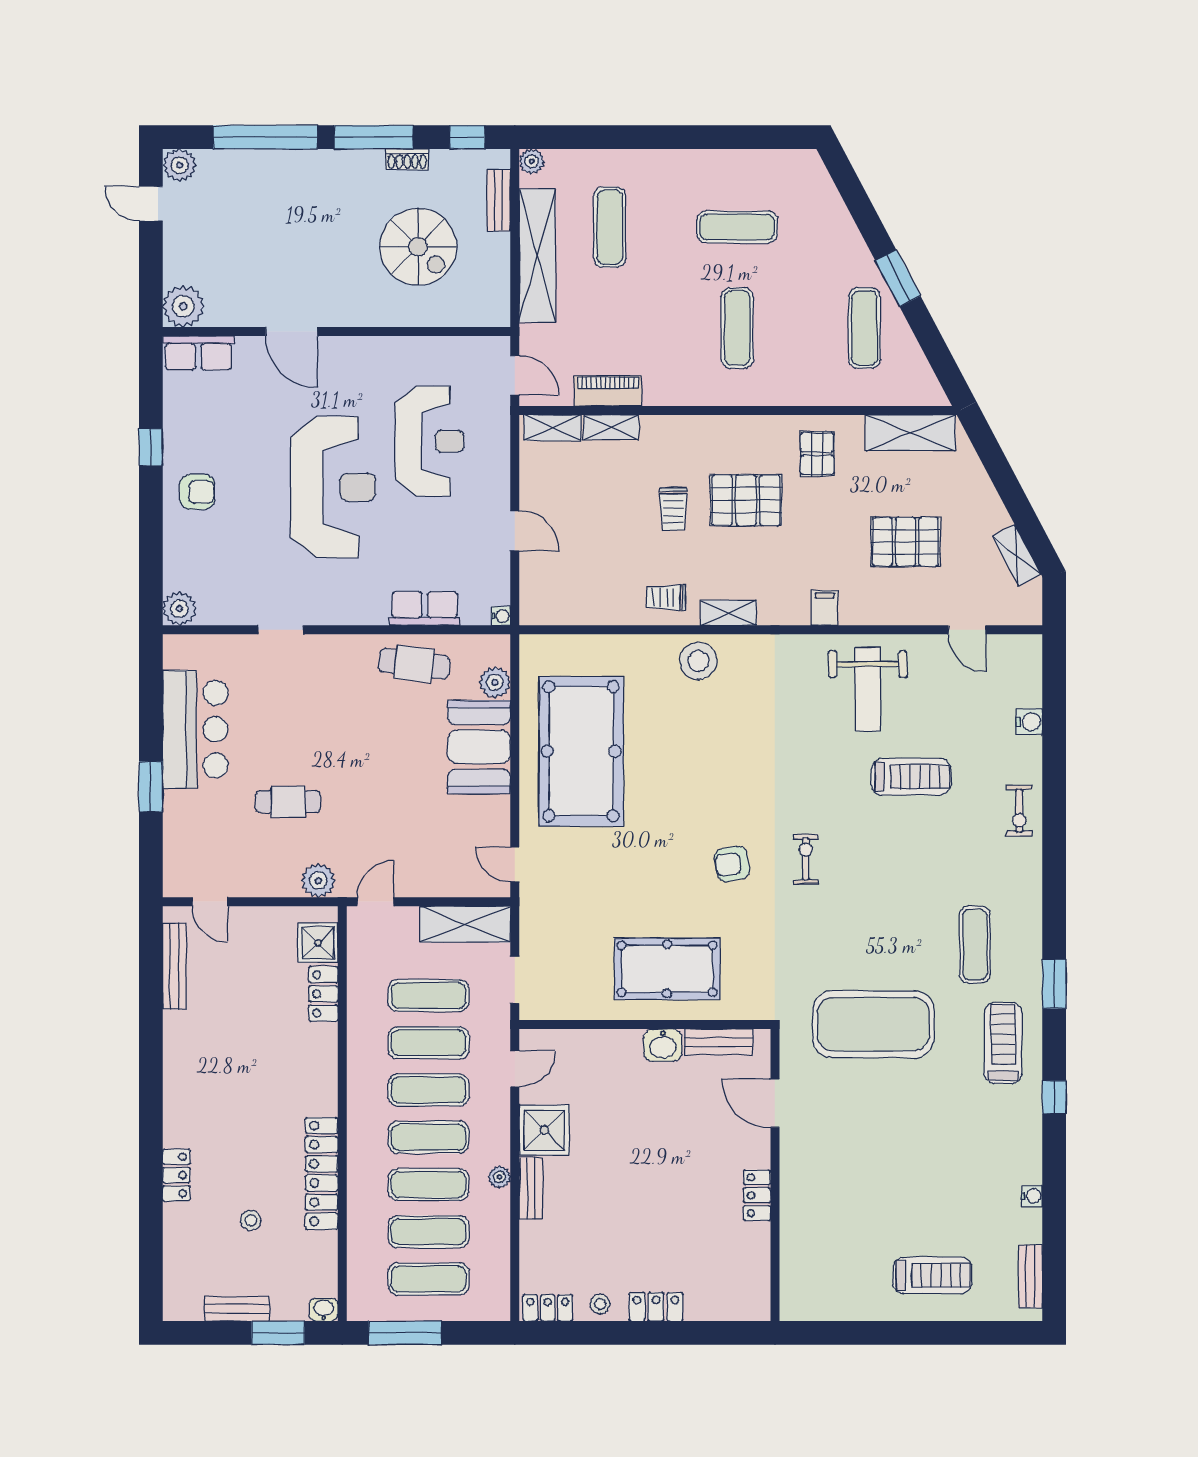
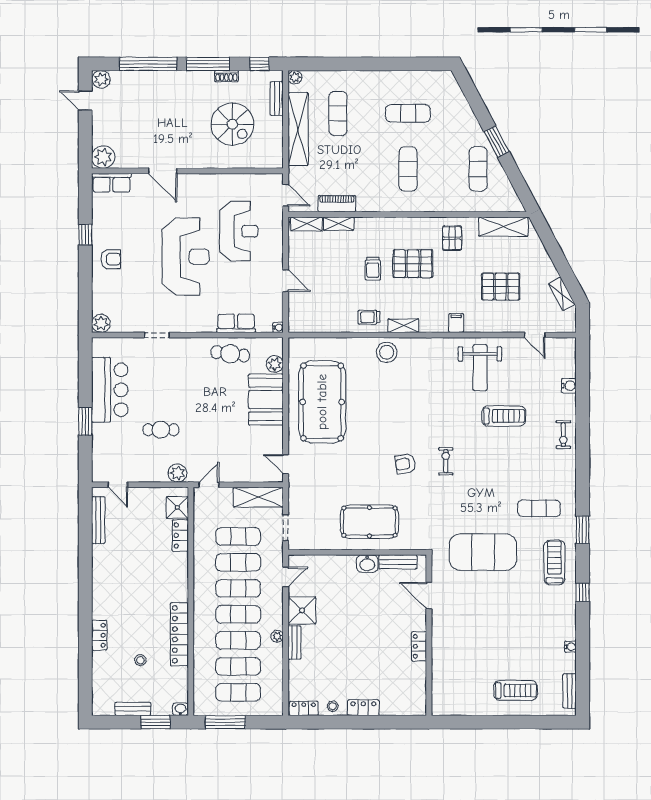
exercise mat: (975, 945) -> (539, 508), turned 90

